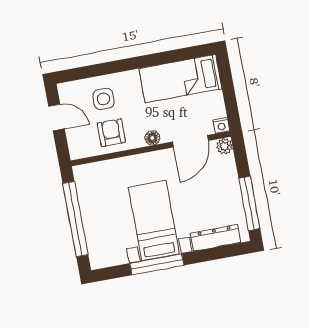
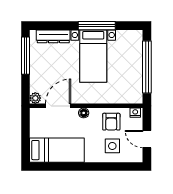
nightstand: (221, 126) -> (135, 113), moved

